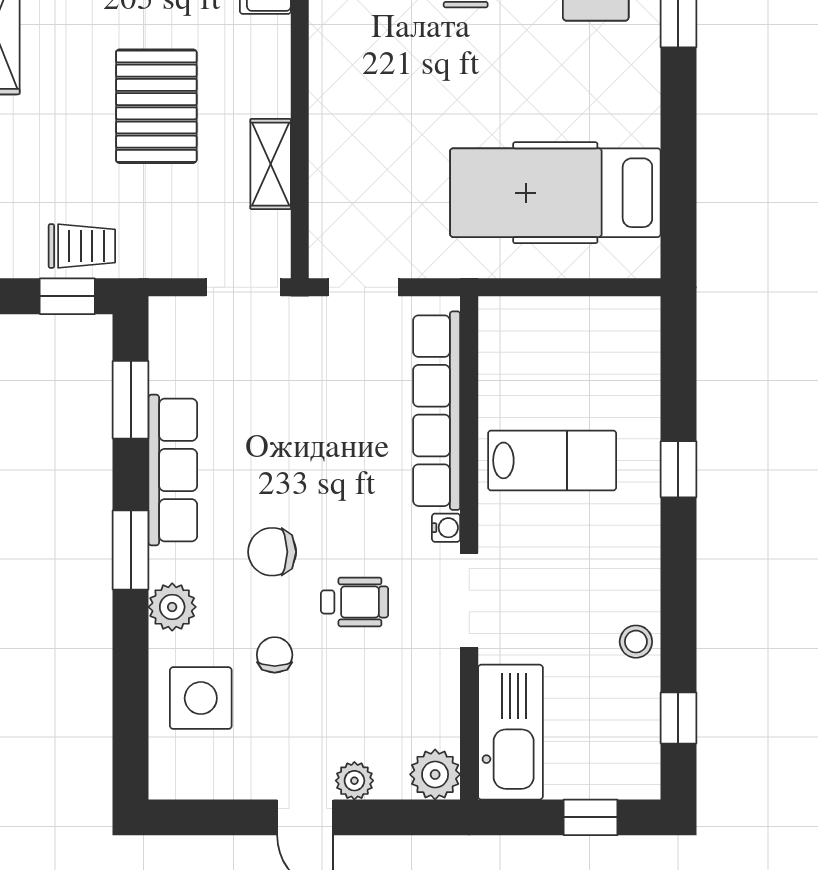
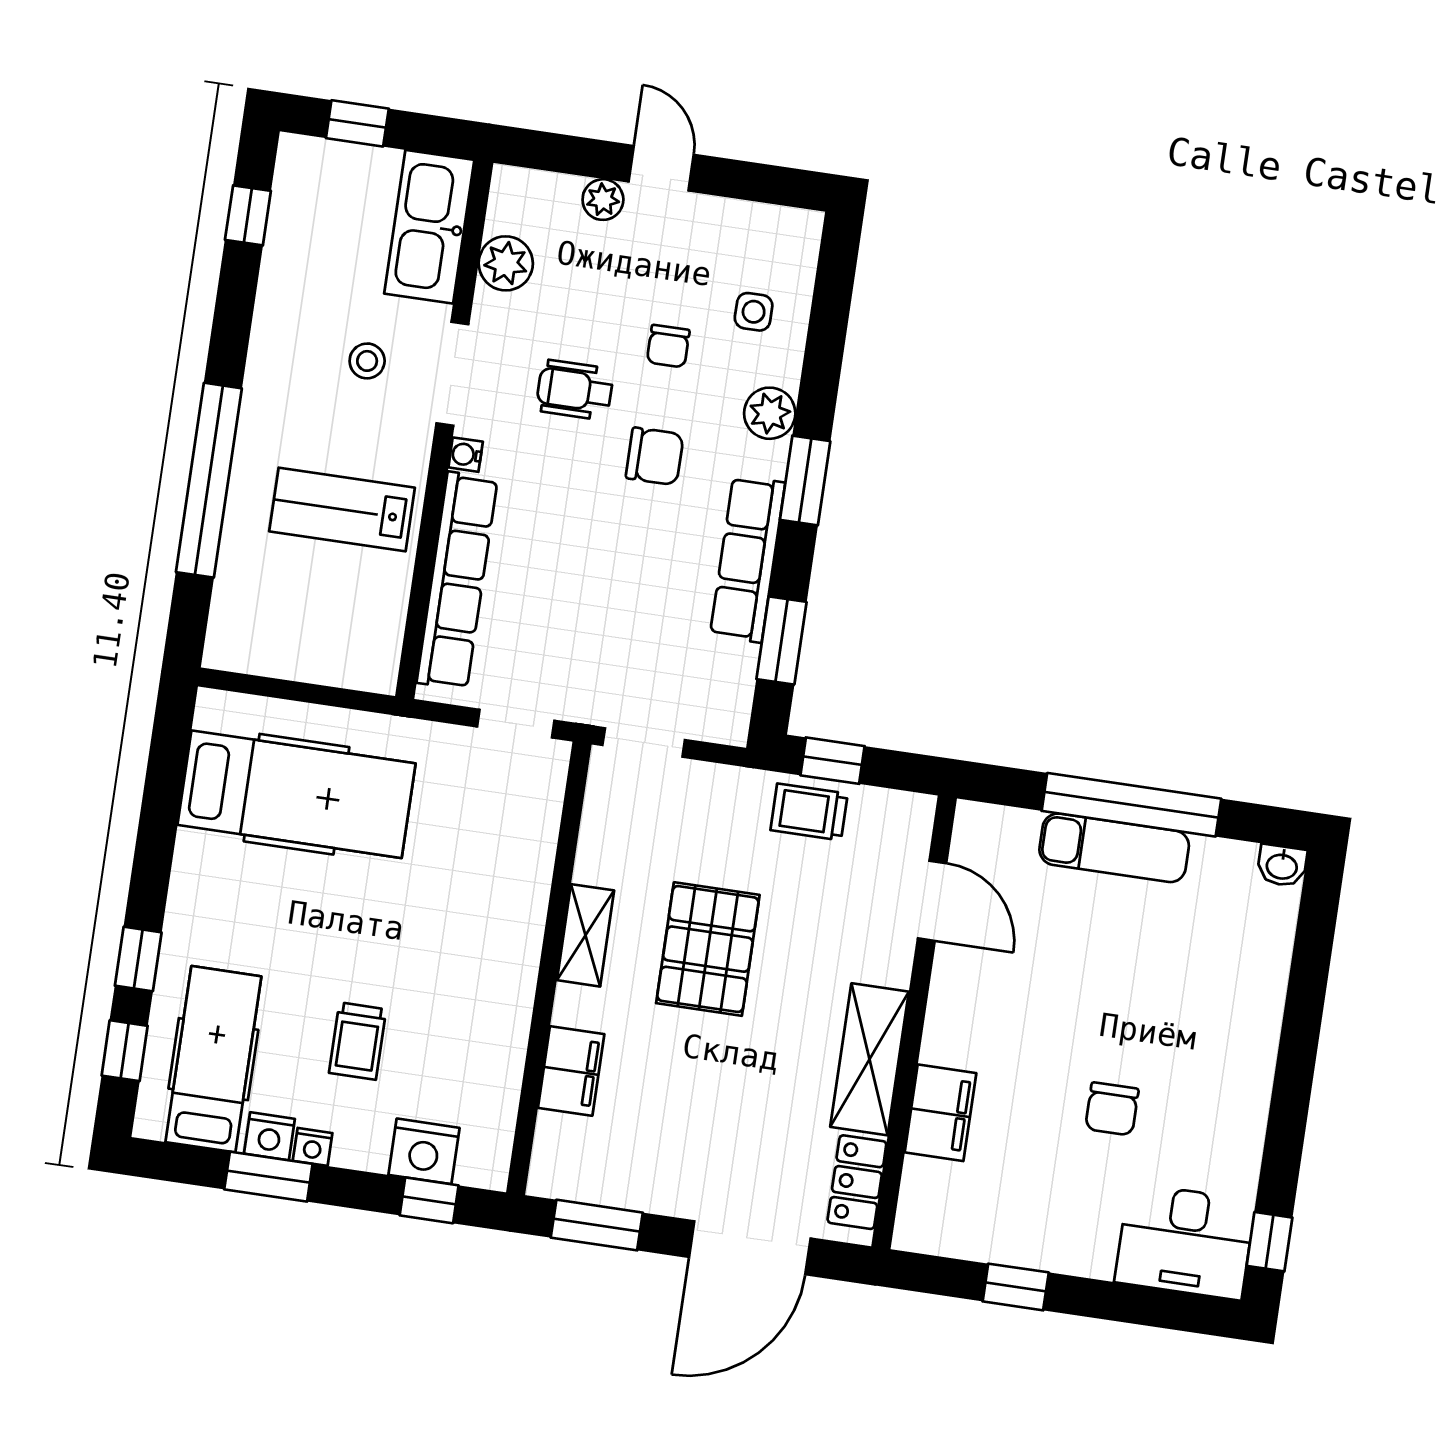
shelving: (271, 164) -> (585, 935), moved
window: (678, 469) -> (209, 480), width x3.17
stool: (636, 642) -> (367, 361), moved
side table: (201, 698) -> (754, 312), width x0.54, depth x0.54
plant: (435, 774) -> (506, 263), moved

